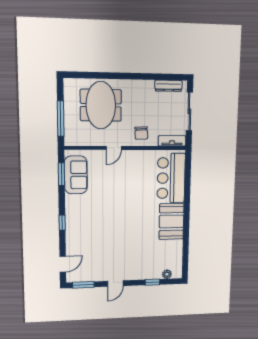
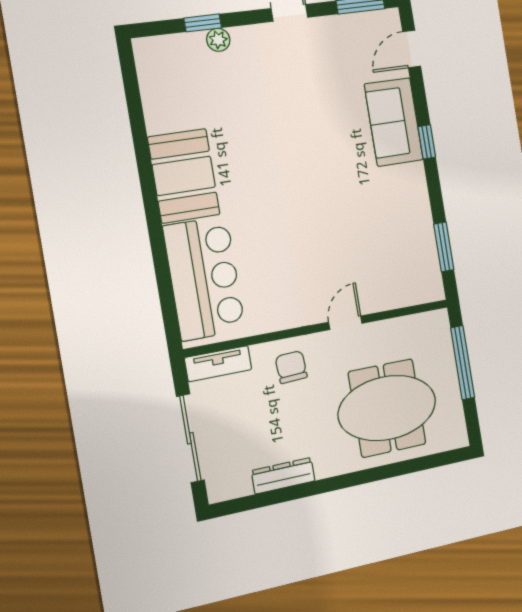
dresser: (168, 86) -> (283, 476), moved
meeting table: (101, 105) -> (387, 408), turned 90
sofa: (76, 175) -> (394, 122), moved
plant: (167, 274) -> (218, 40), moved

